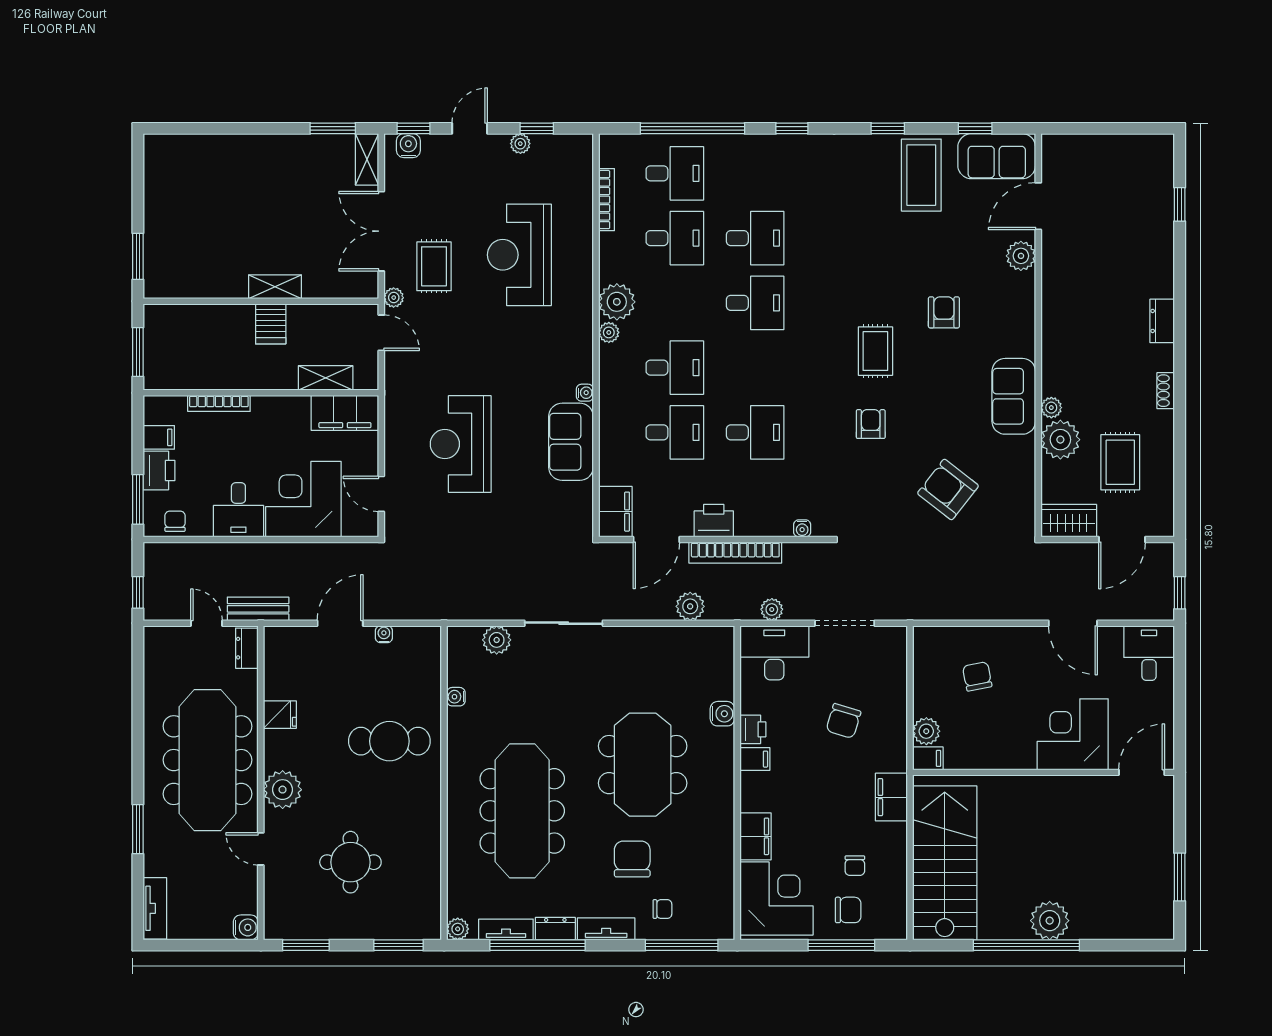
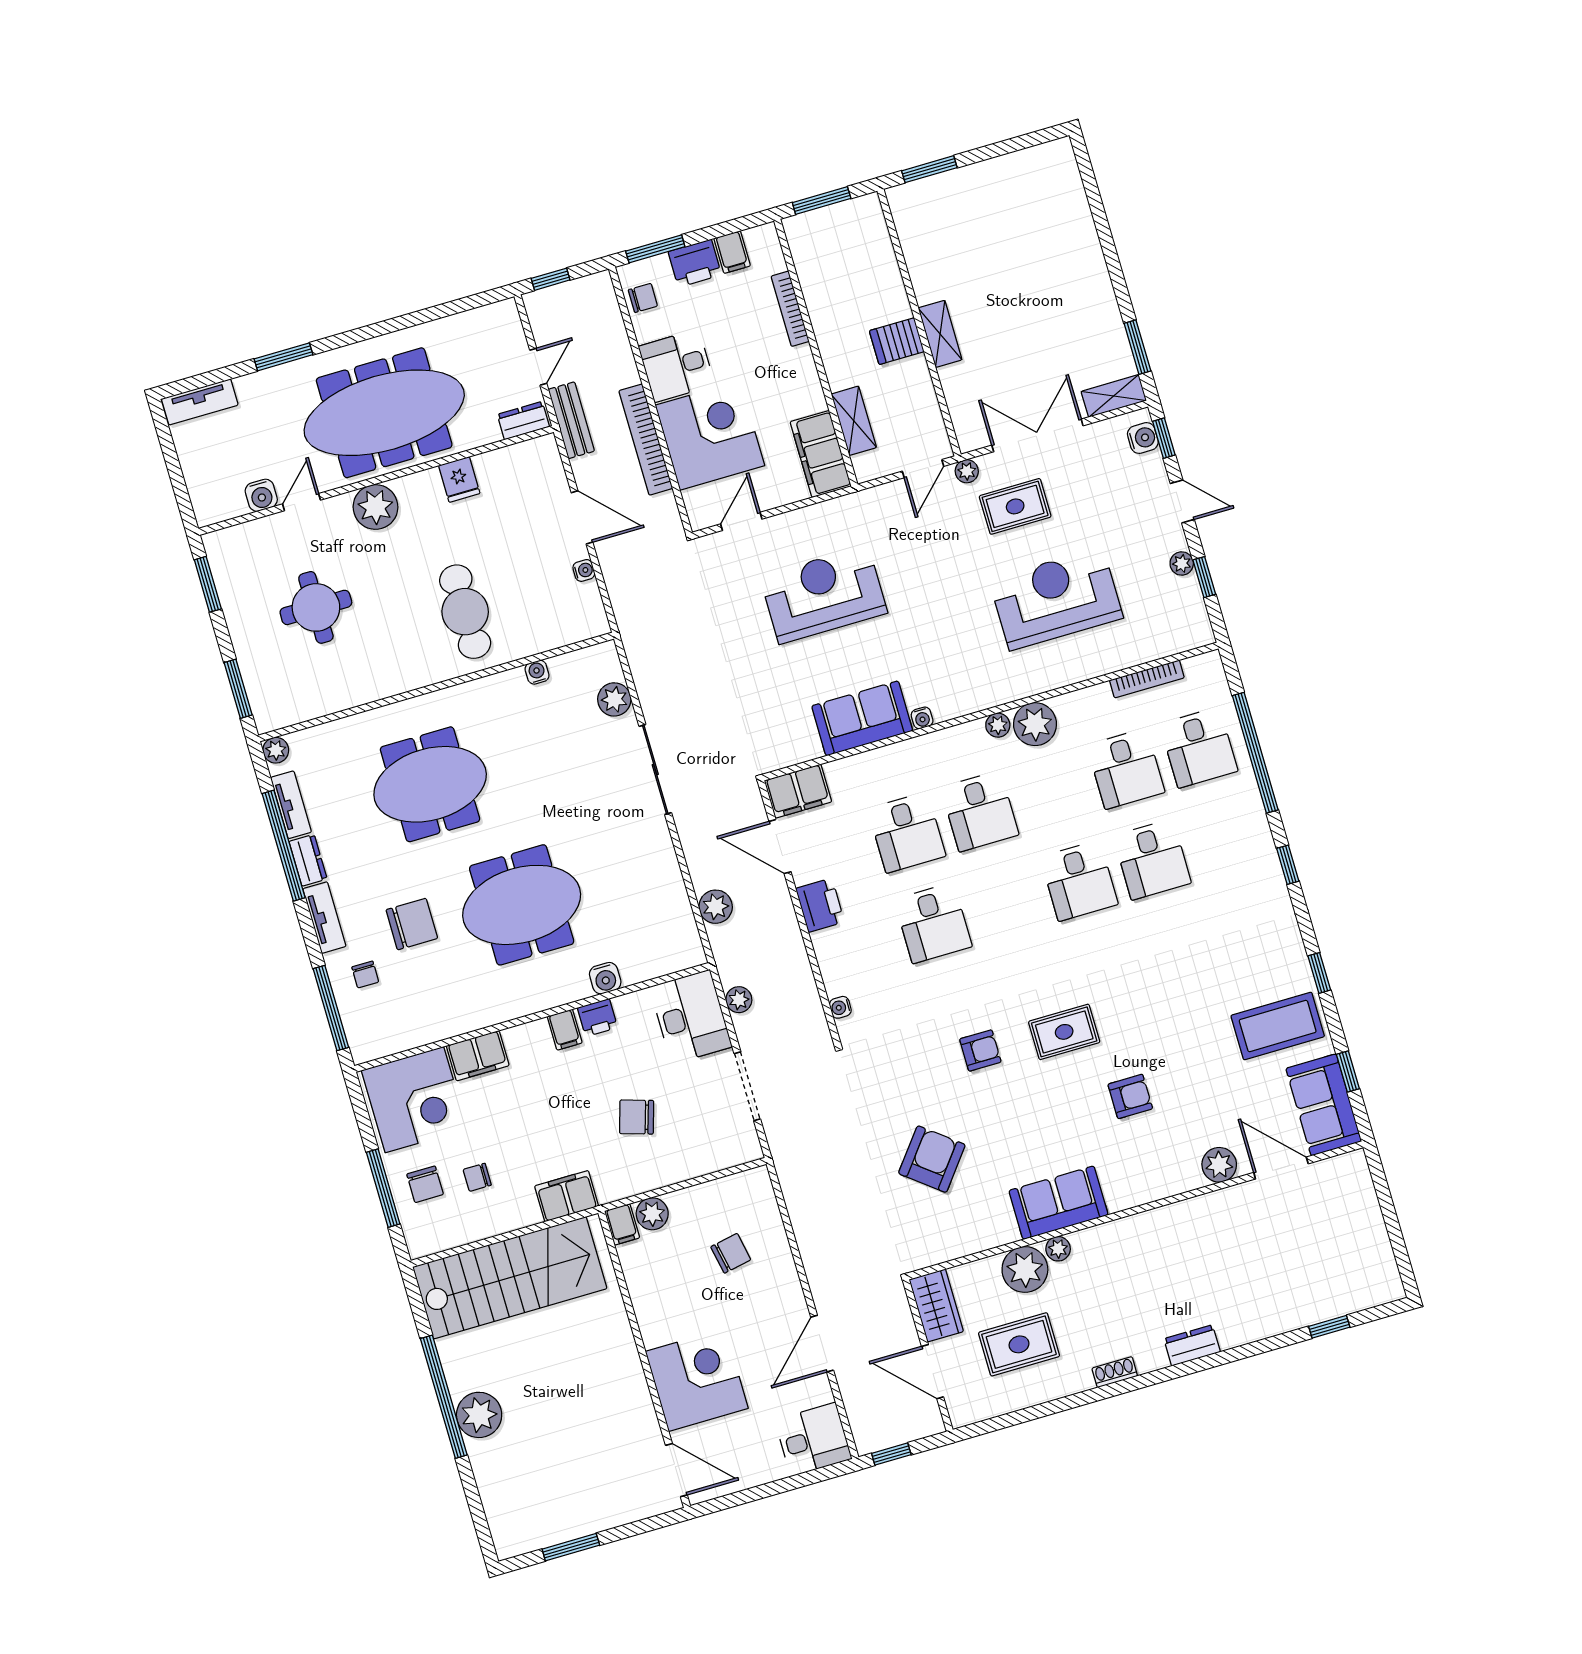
bookcase: (735, 553) -> (646, 440), moved
meeting table: (522, 811) -> (430, 784), width x0.73
water cooler: (246, 927) -> (261, 495), moved

